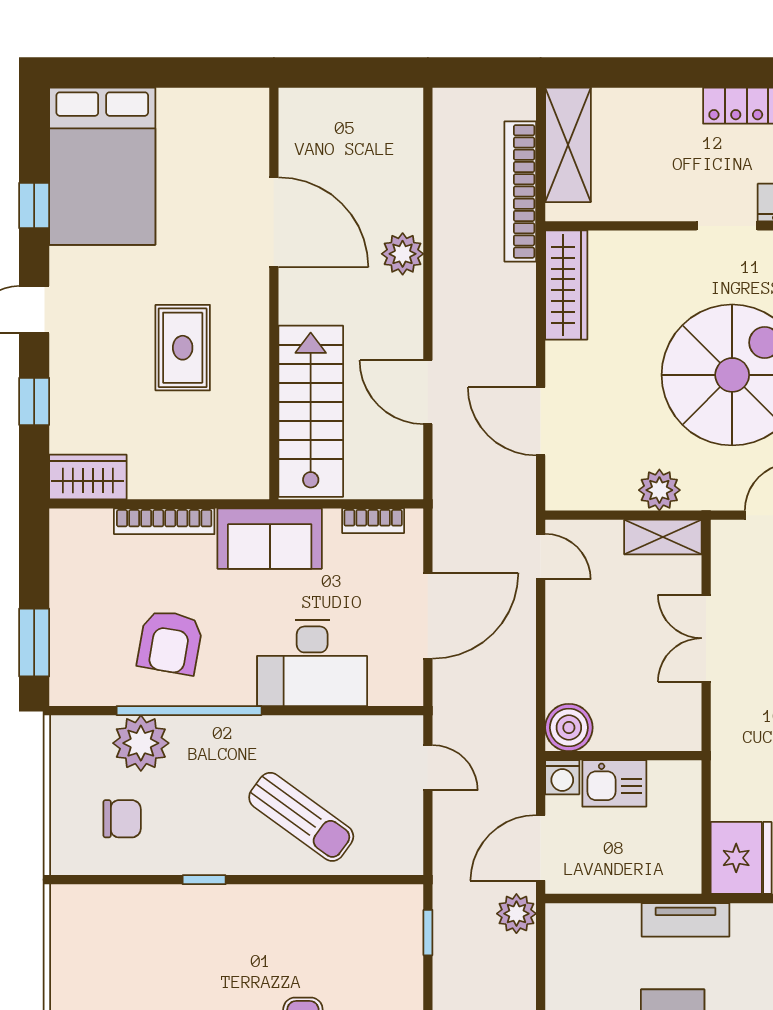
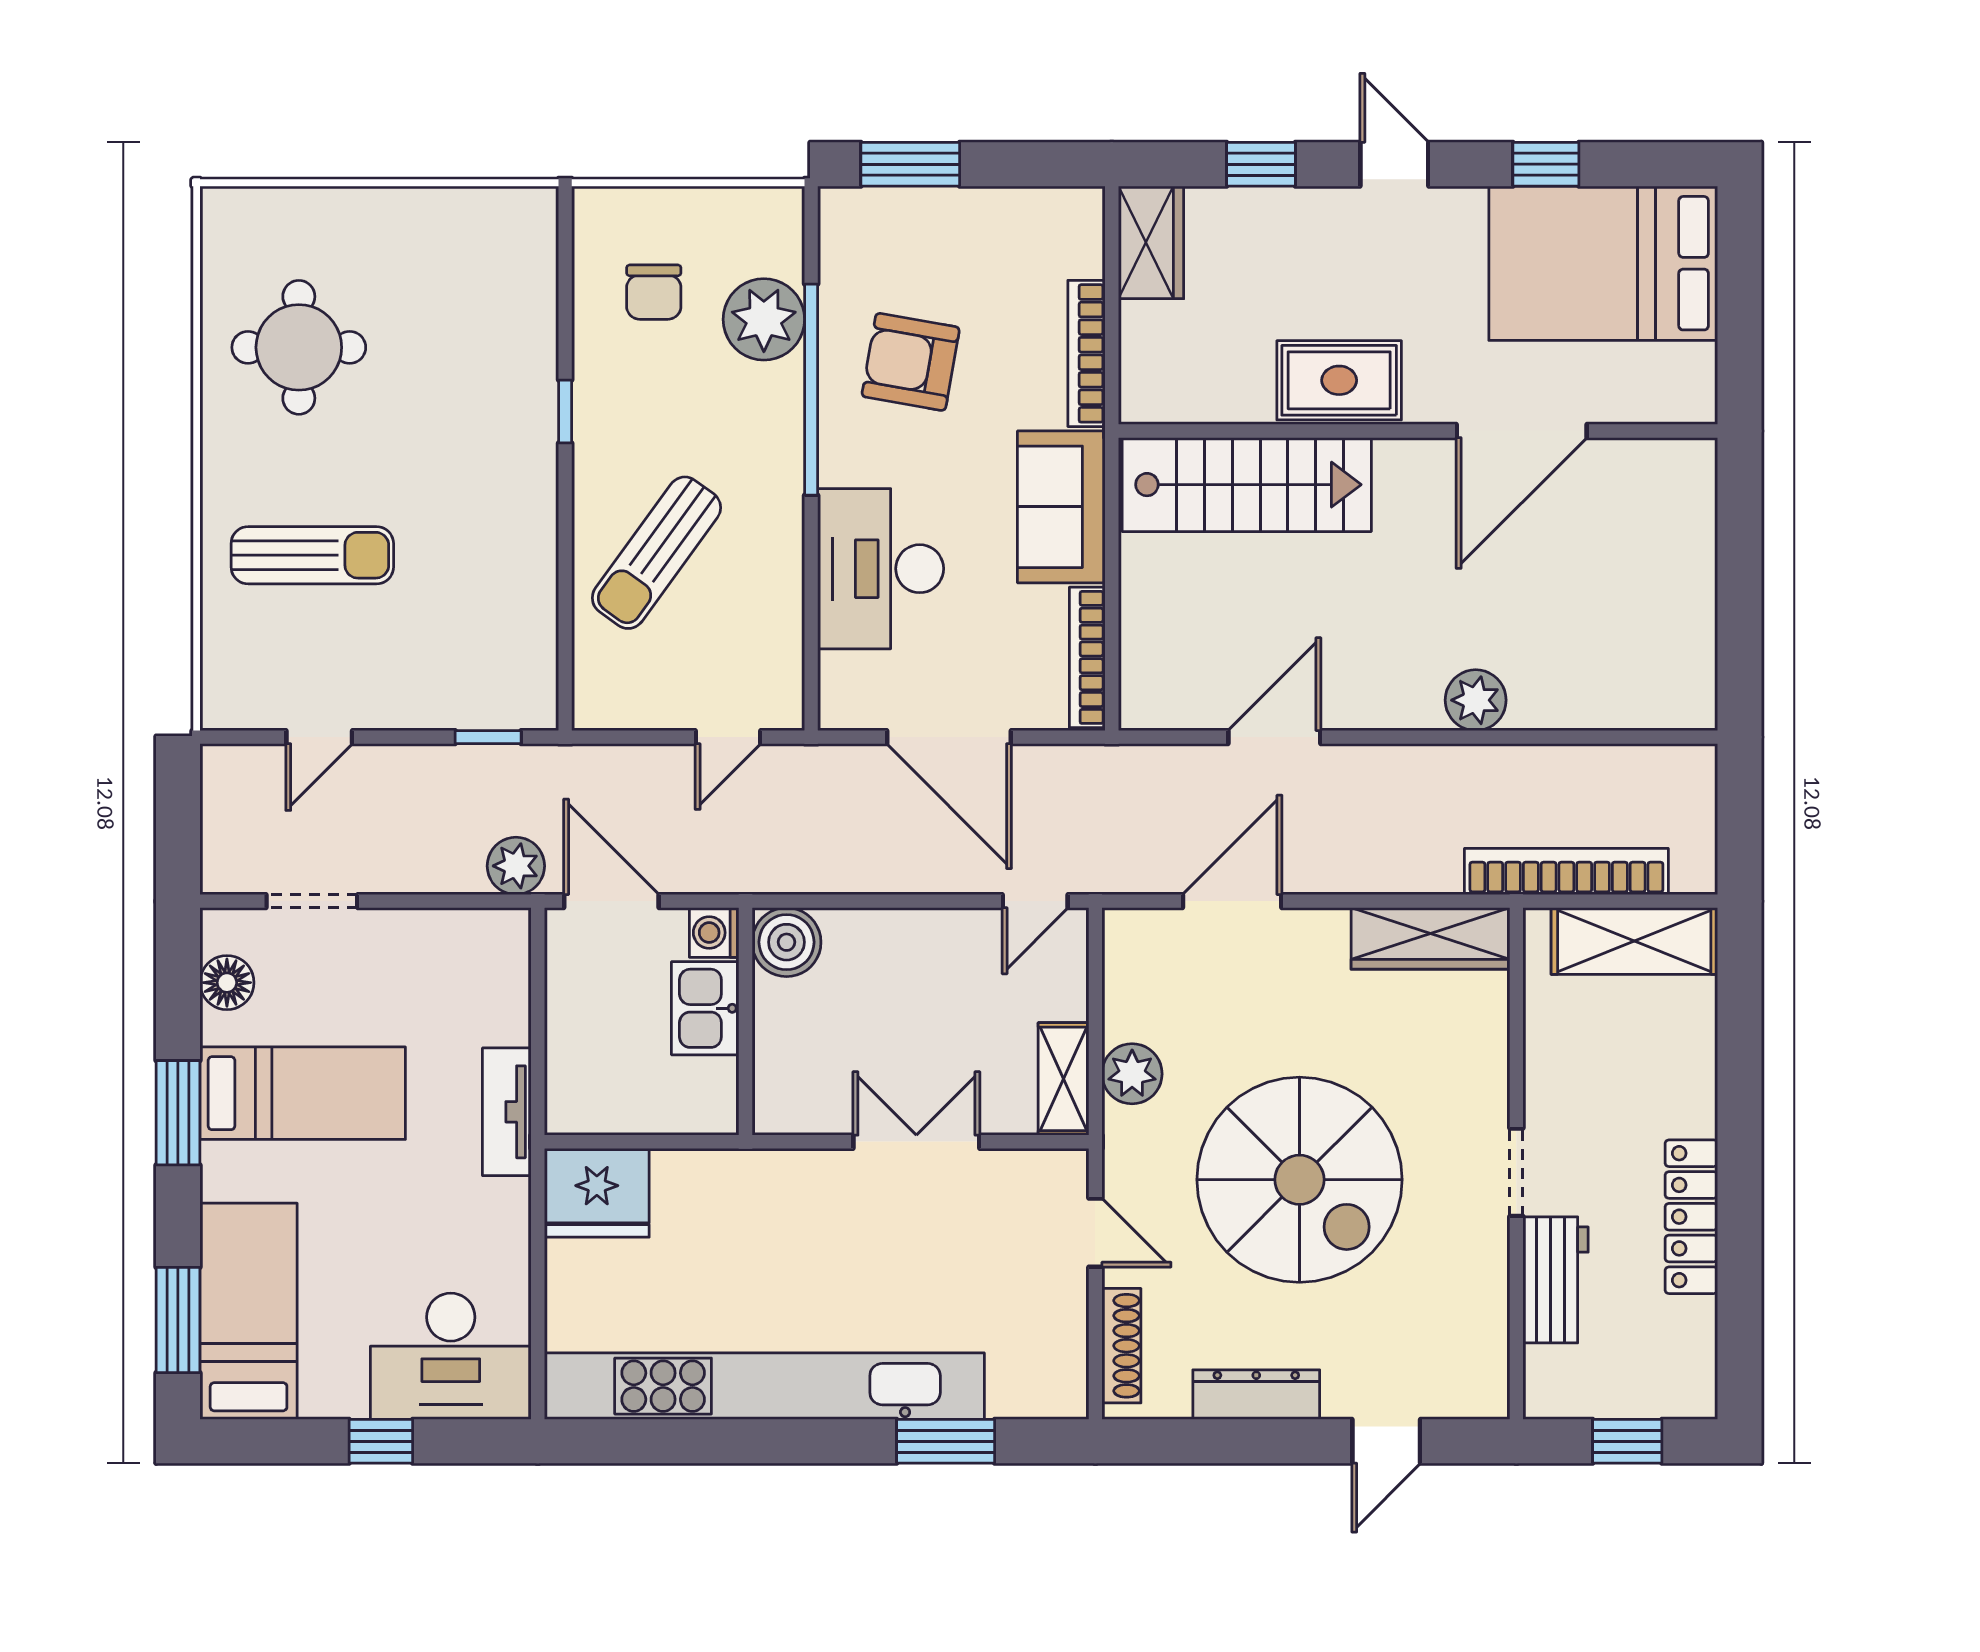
door: (274, 222) -> (1522, 431), moved
wall: (274, 293) -> (1418, 431), moved
stairs: (311, 411) -> (1247, 485), moved
bookcase: (373, 521) -> (1087, 657), width x1.56

